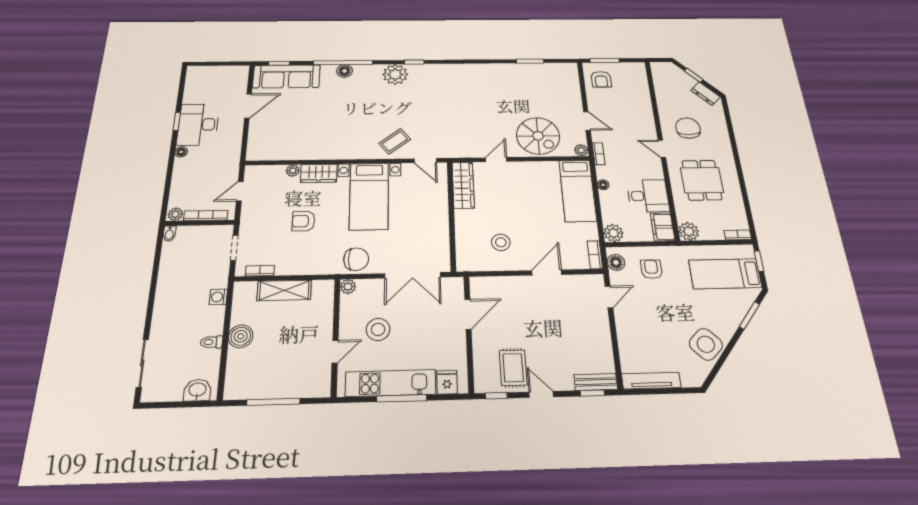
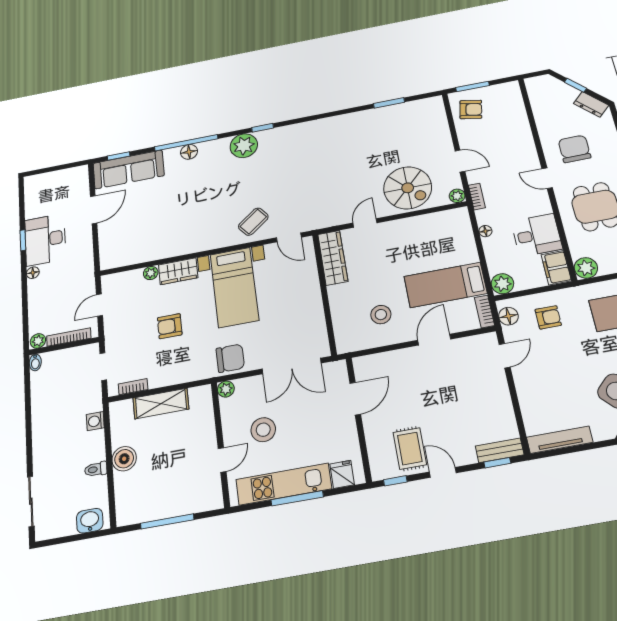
armchair: (601, 79) -> (471, 109), turned -79
bed: (578, 191) -> (445, 285), moved, turned 90
armchair: (651, 269) -> (548, 317), turned 90

